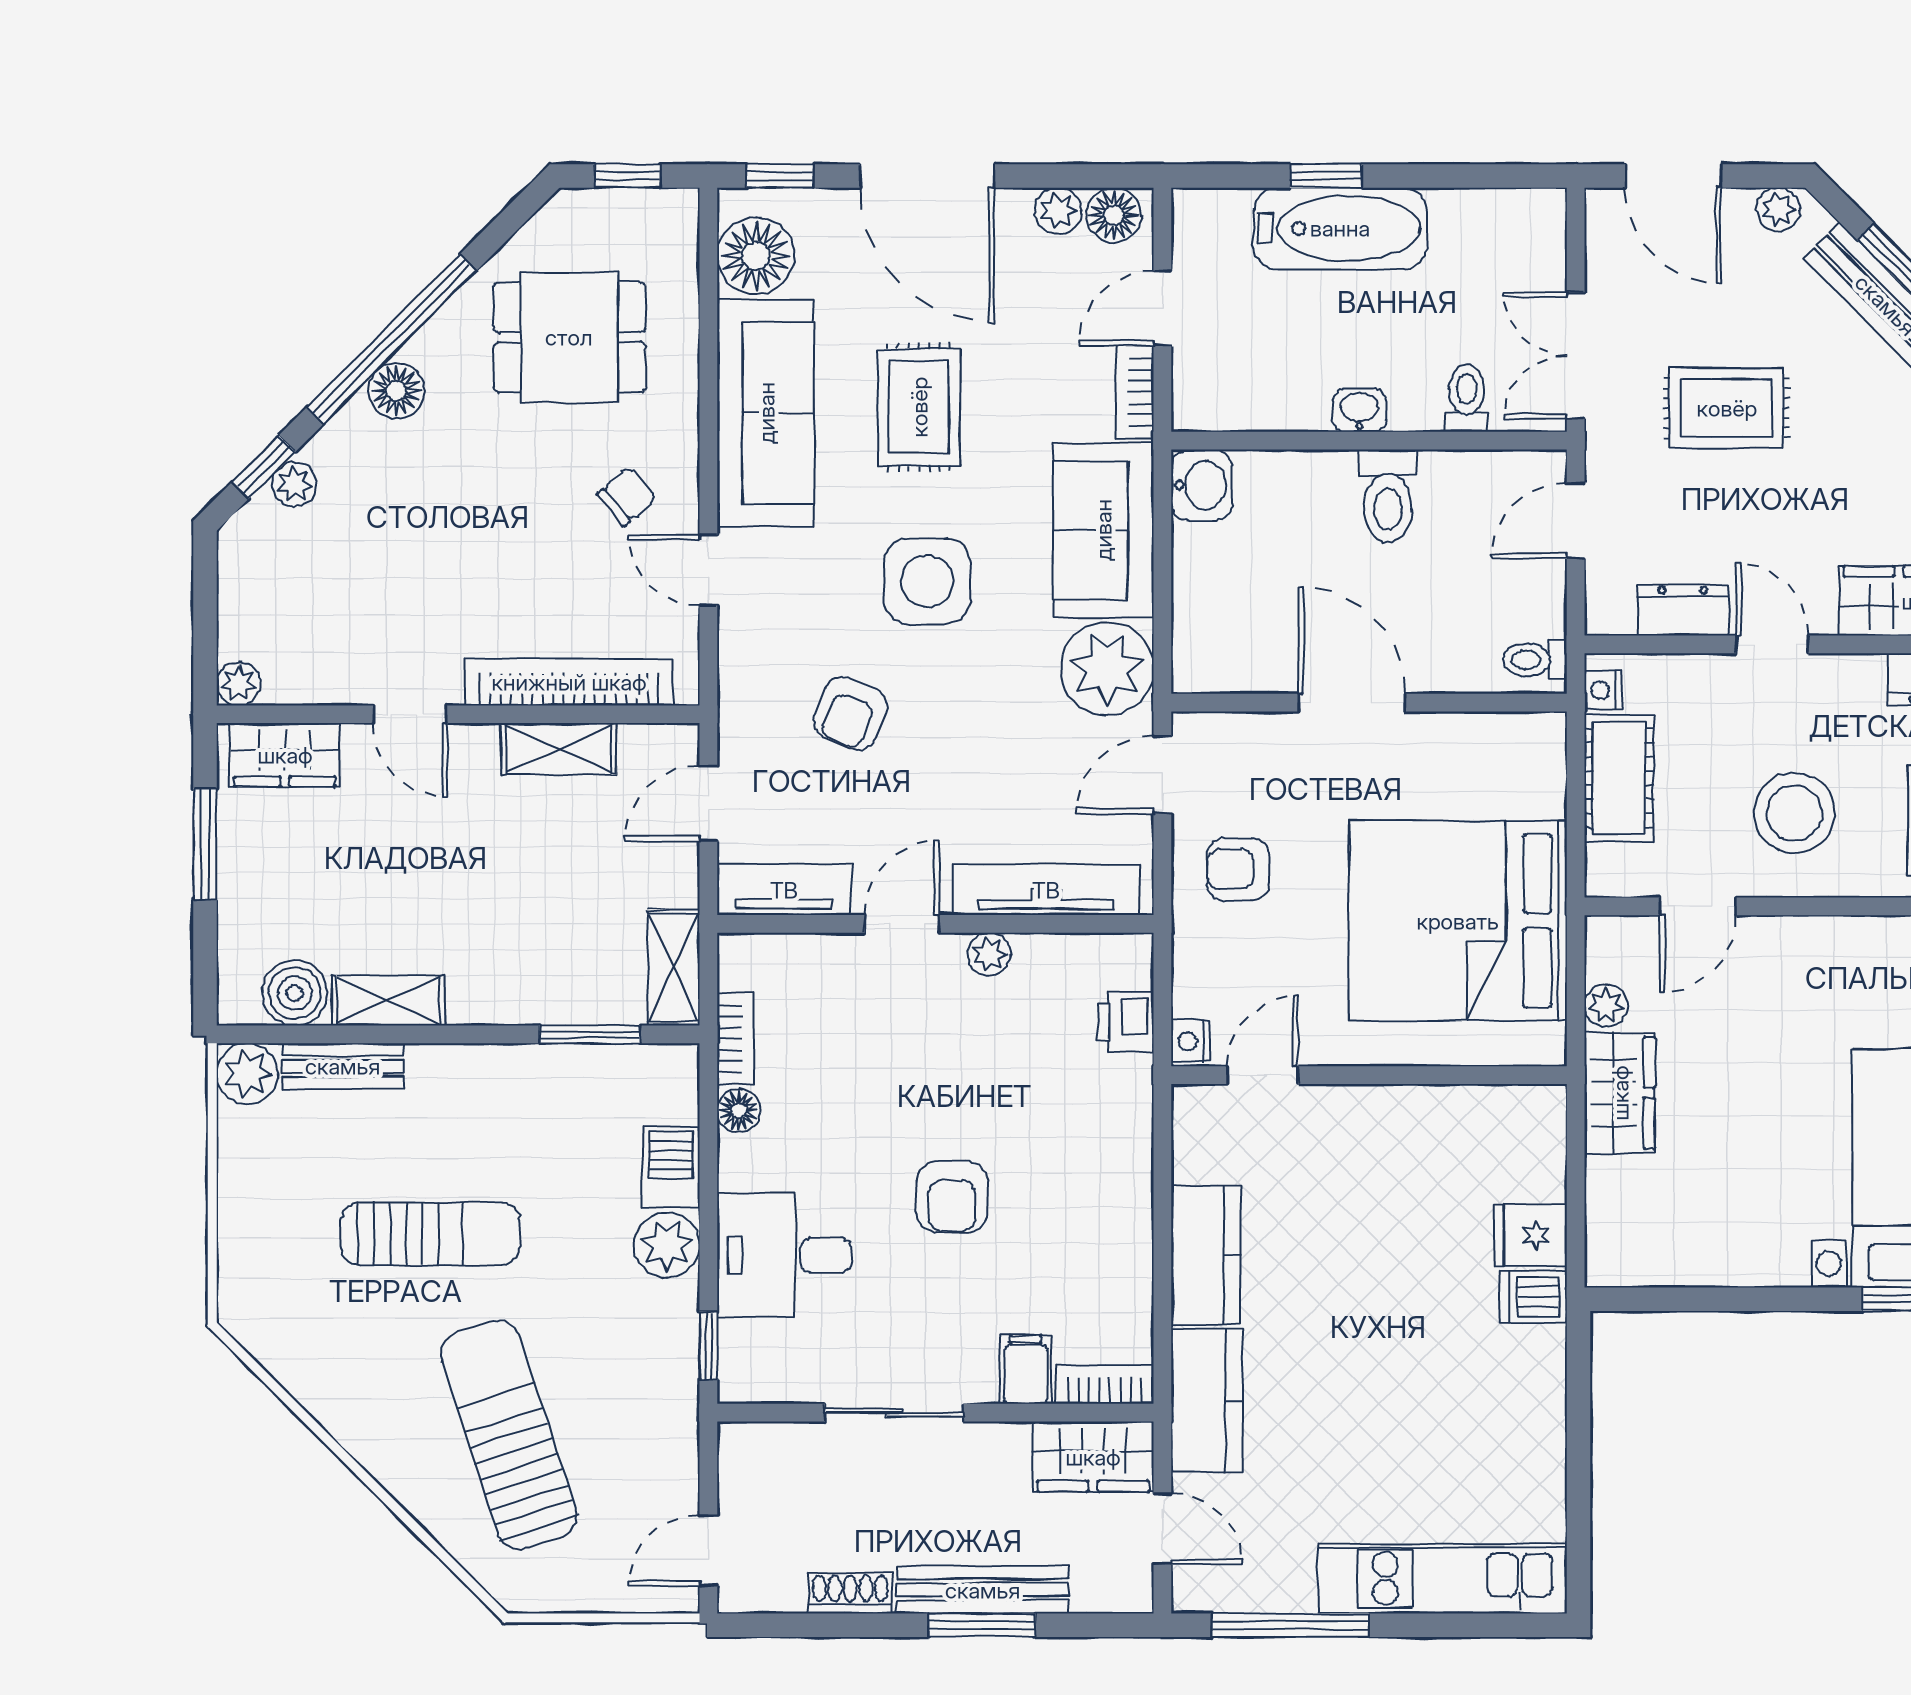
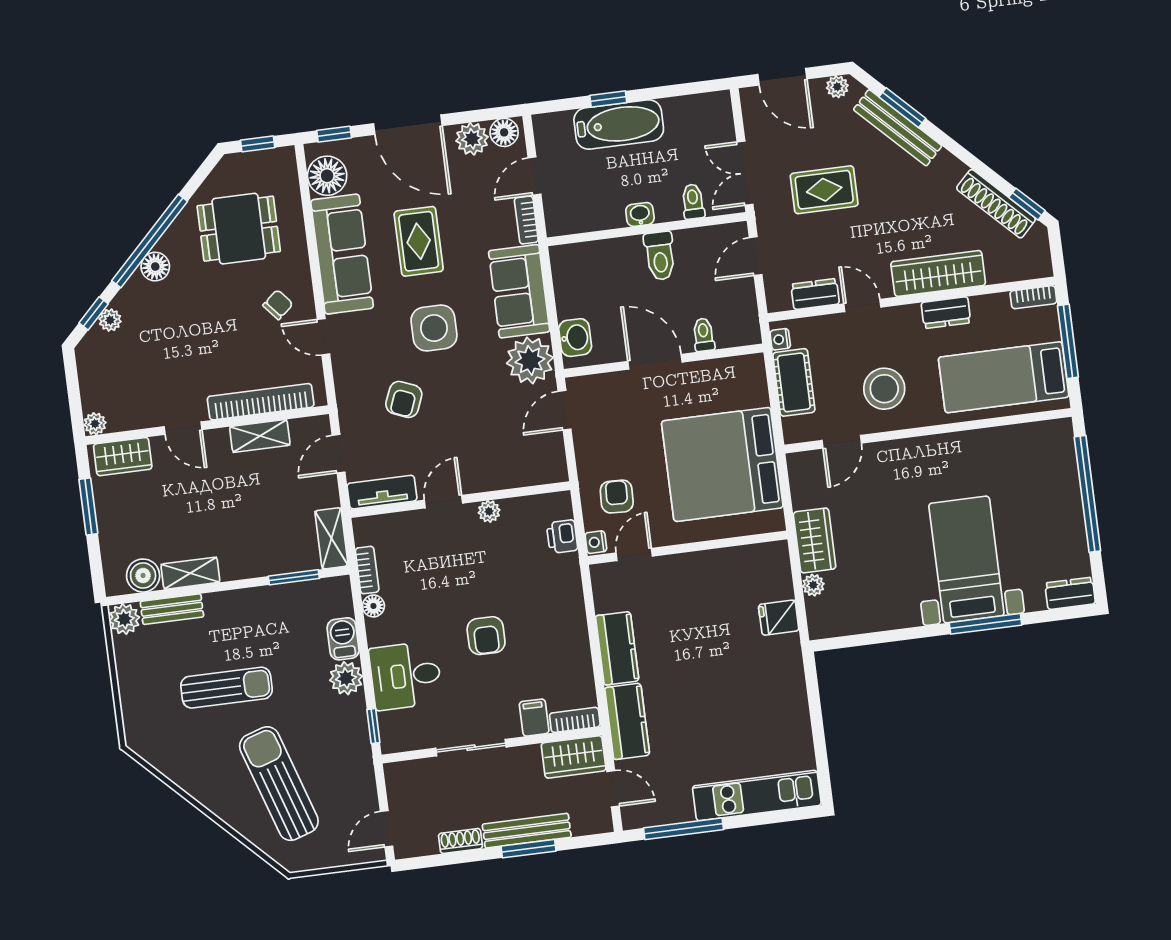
plant: (1058, 211) -> (472, 139), width x1.38, depth x1.38
washbasin: (1201, 485) -> (575, 338), moved
toilet: (1535, 660) -> (704, 335), moved, turned 90
armchair: (1238, 869) -> (617, 497), moved, turned 92
tv unit: (1046, 890) -> (514, 475), removed
plant: (1606, 1006) -> (813, 585), moved
dishwasher: (1533, 1297) -> (784, 648), removed

